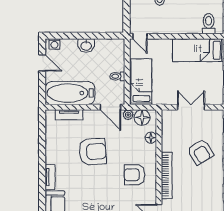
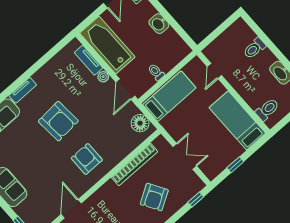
door: (140, 36) -> (214, 71), moved
plant: (128, 115) -> (103, 77), moved
floor lamp: (151, 138) -> (130, 145), removed
armchair: (93, 152) -> (58, 121), moved
bookcase: (167, 175) -> (134, 164), moved

